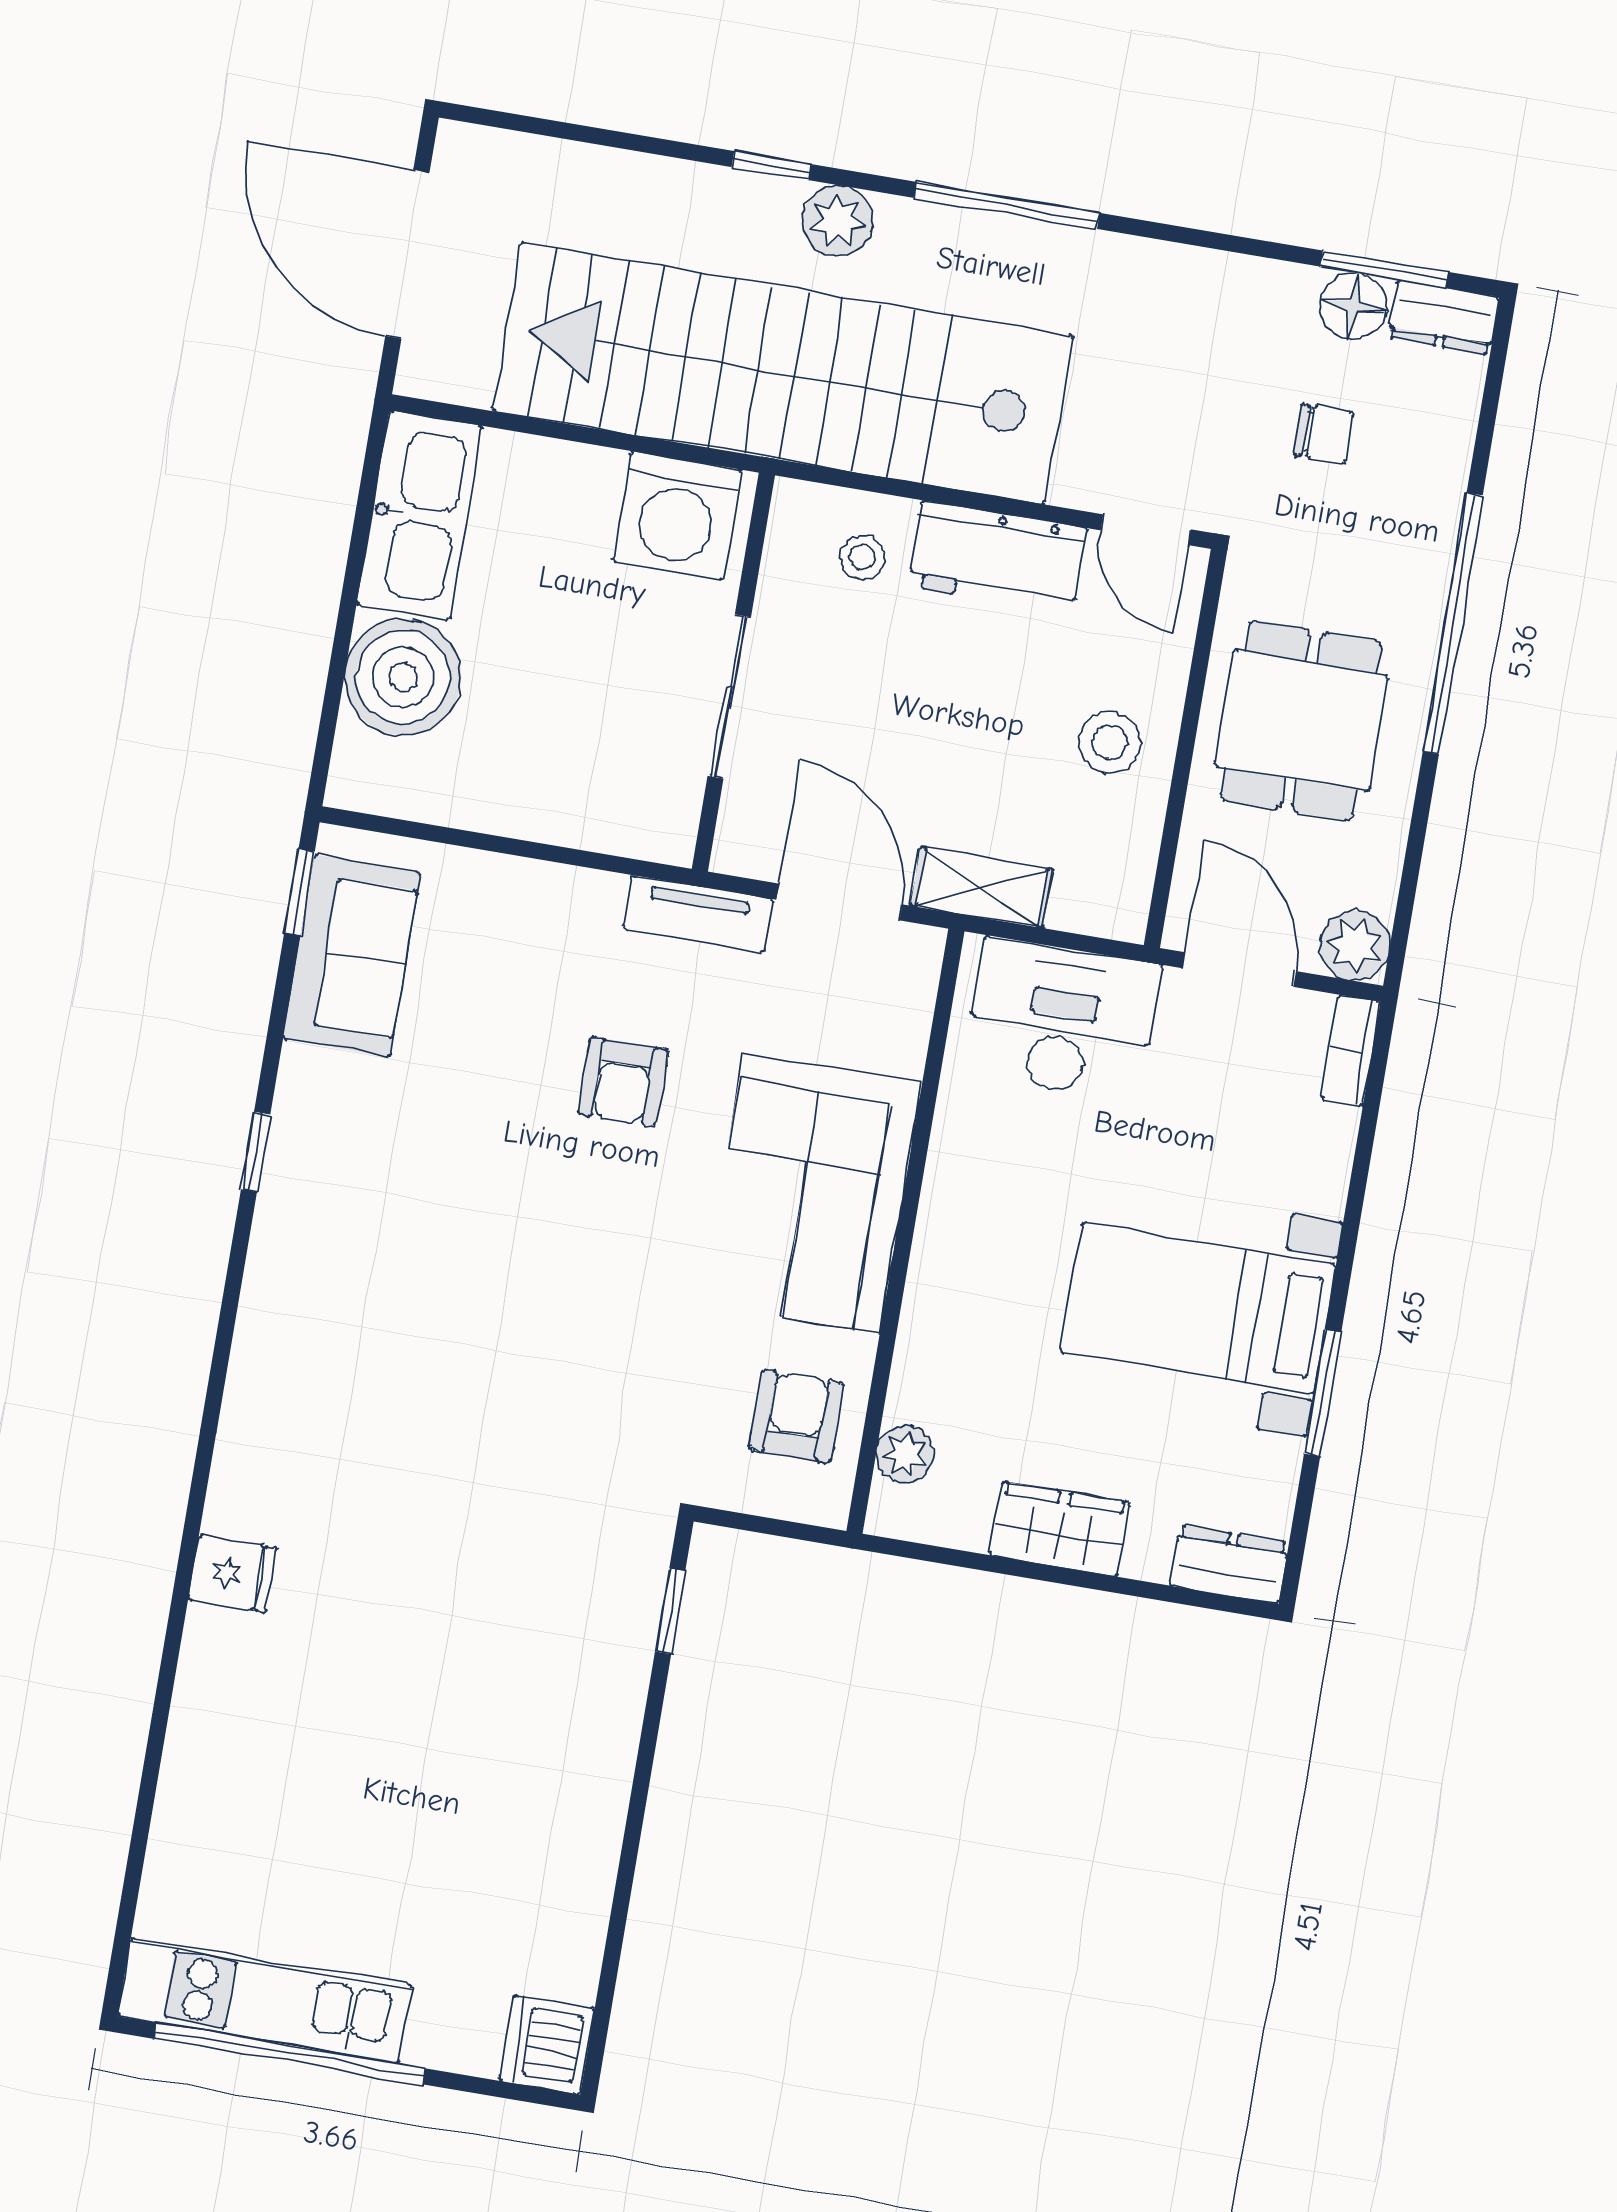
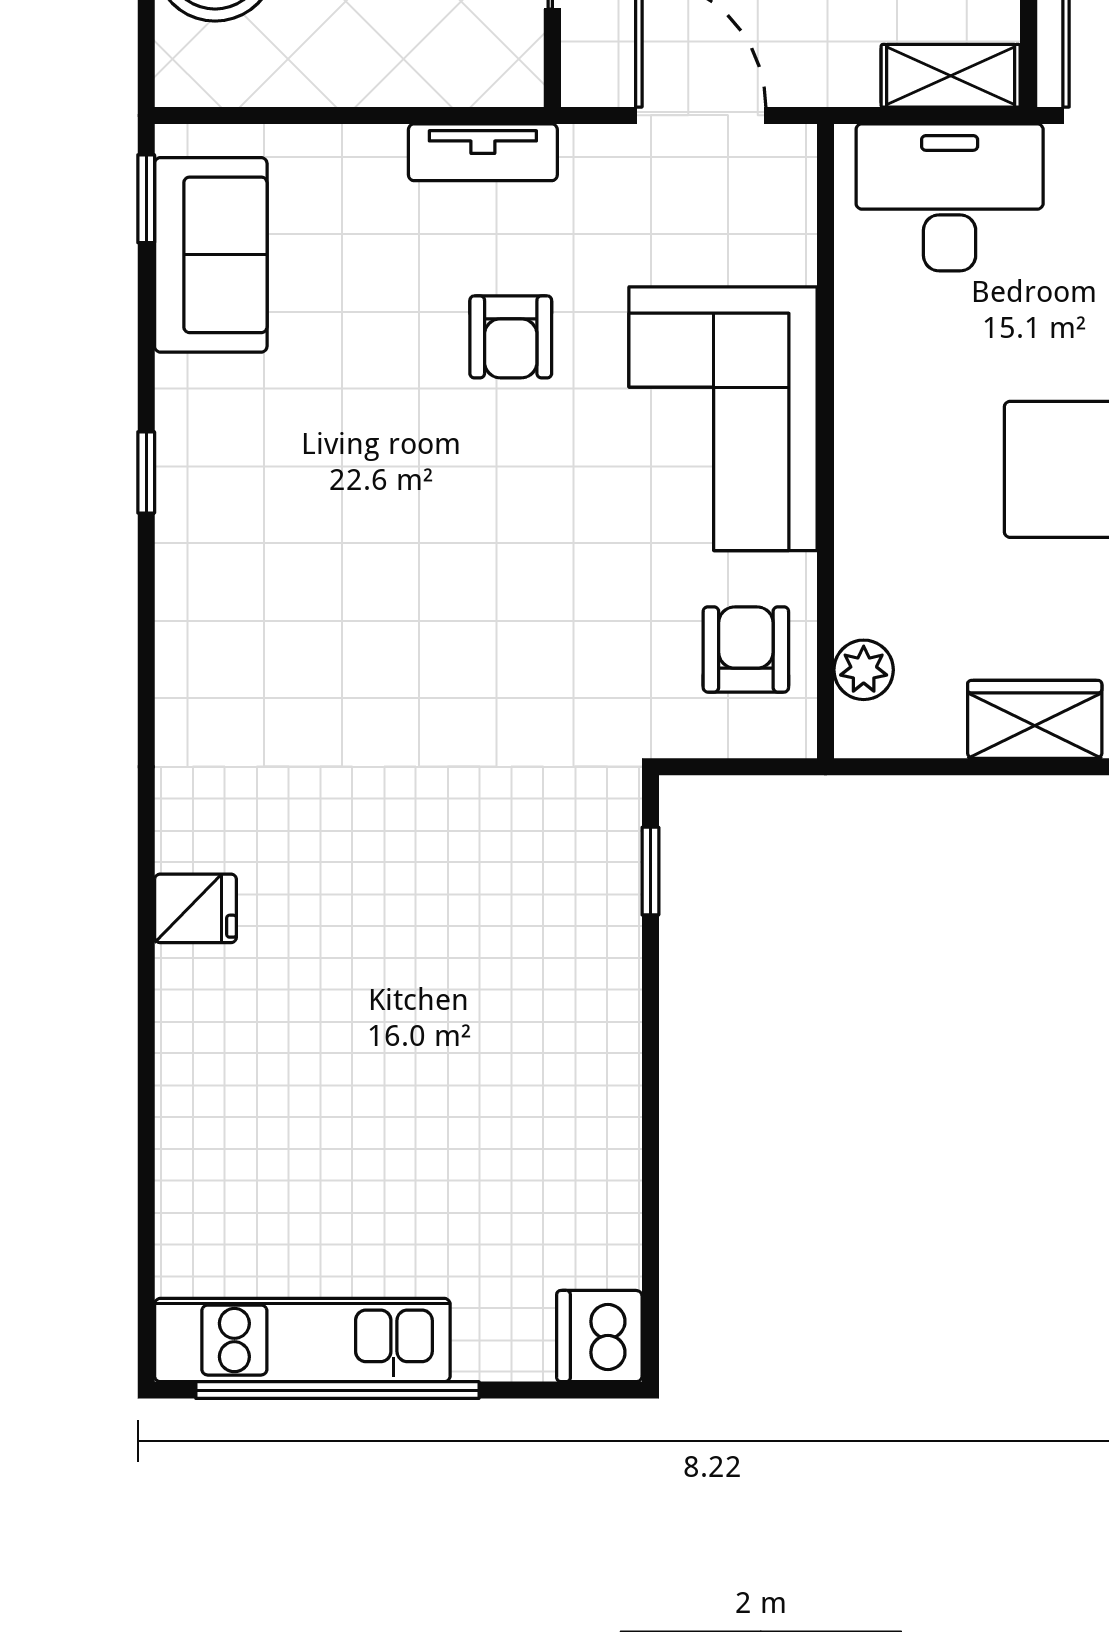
shelving: (982, 887) -> (951, 76), moved
tv unit: (698, 914) -> (483, 152), moved

